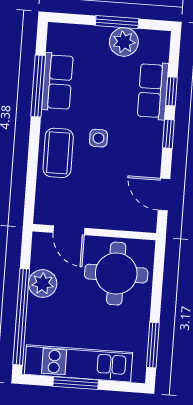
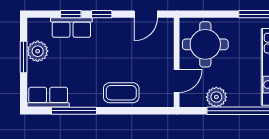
row of seats: (57, 82) -> (48, 97), moved
side table: (98, 138) -> (108, 64), removed

